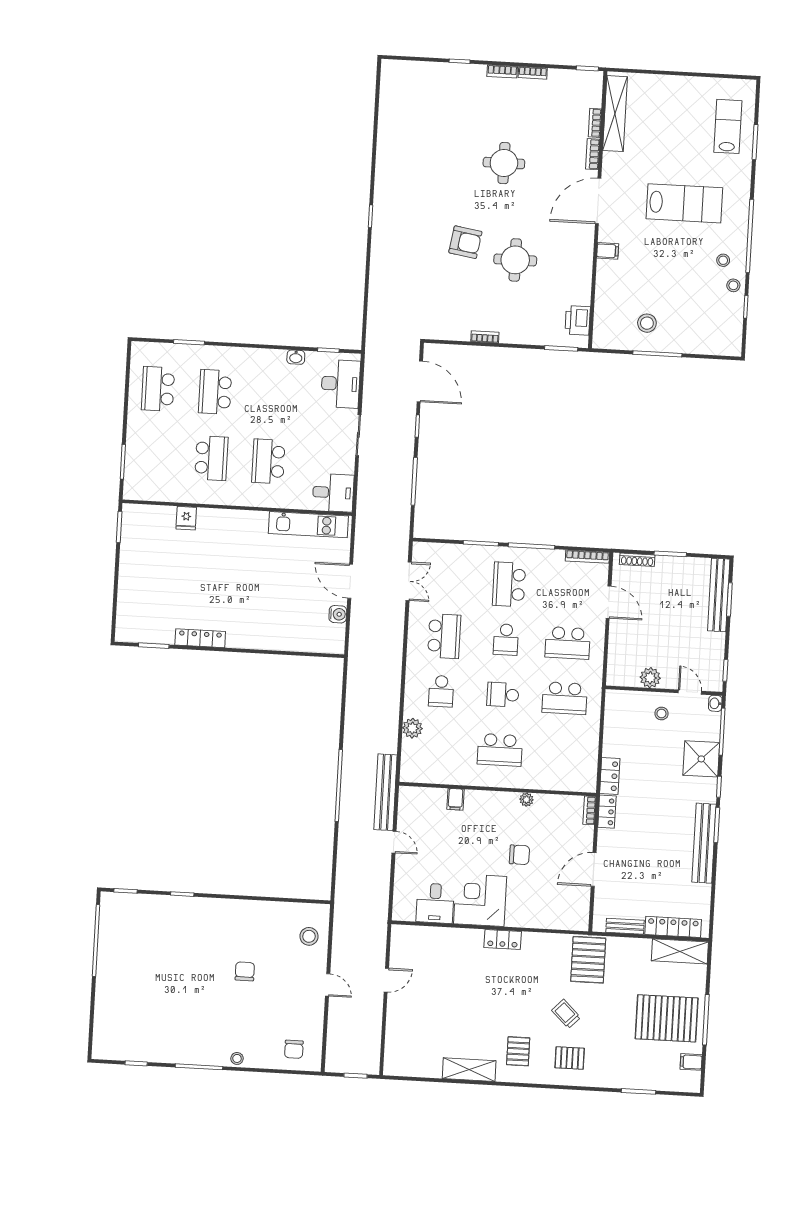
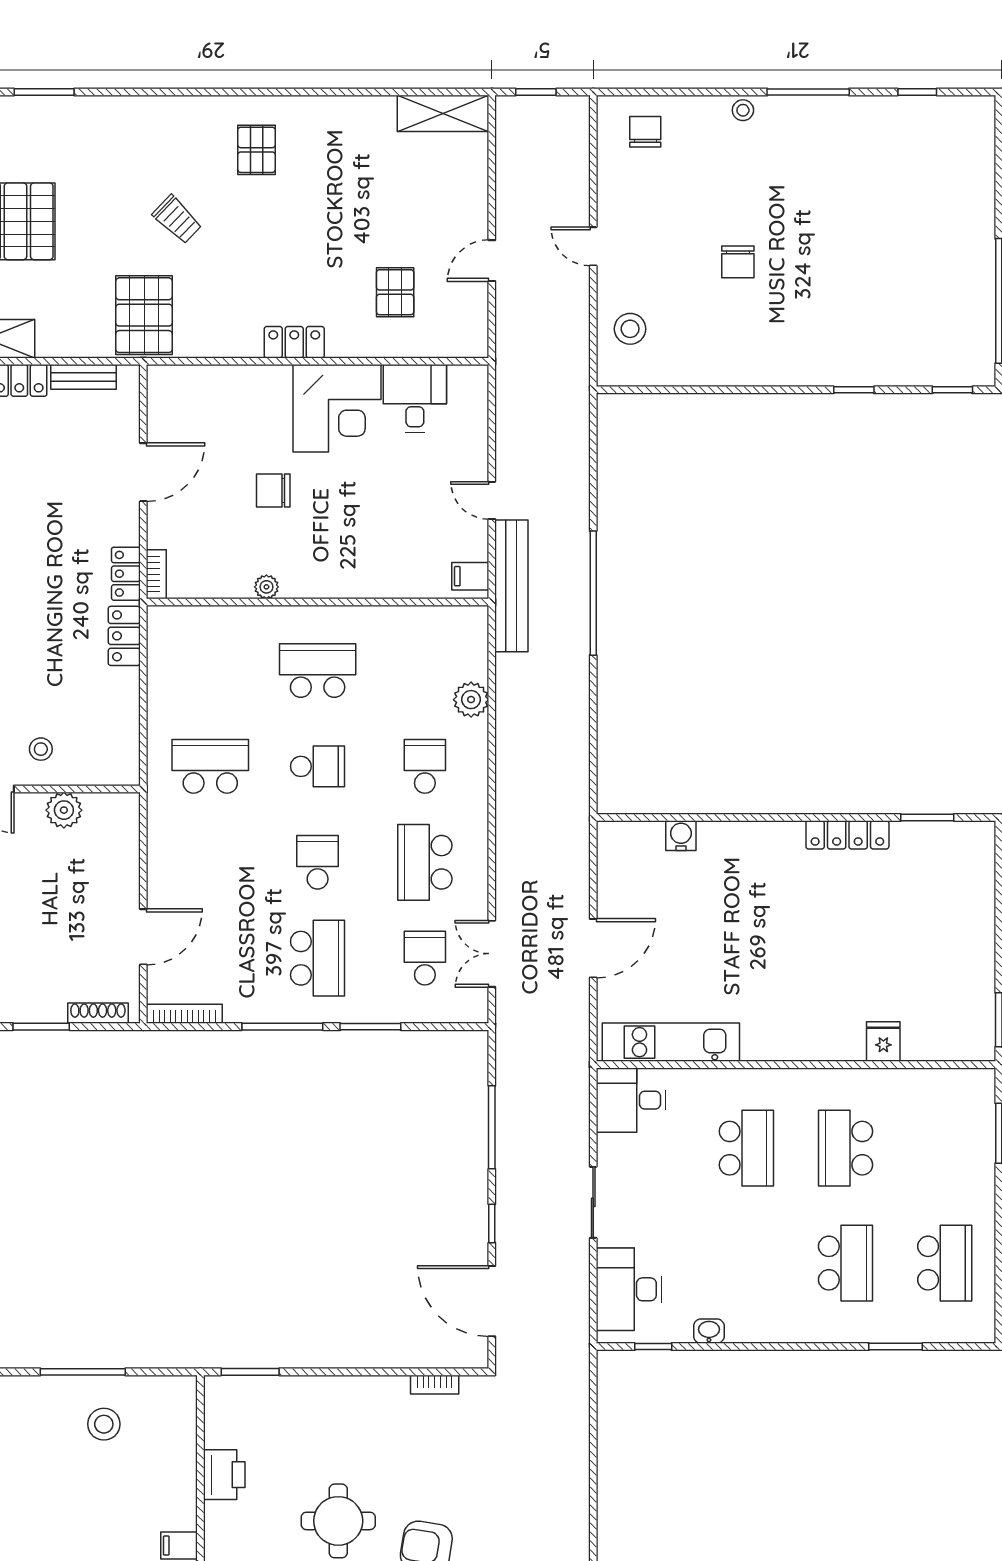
printer: (578, 320) -> (224, 1475), moved
bookcase: (485, 337) -> (435, 1385), moved
door: (350, 581) -> (593, 948), hinge flipped
door: (609, 602) -> (143, 937), swing flipped
water cooler: (338, 614) -> (681, 836), moved, turned 90
school desk: (568, 643) -> (425, 958), moved, width x0.54
filing cabinet: (455, 799) -> (470, 576), moved, turned -90
pallet: (570, 1058) -> (395, 292), moved, turned 90
shelving: (469, 1070) -> (443, 113), moved

